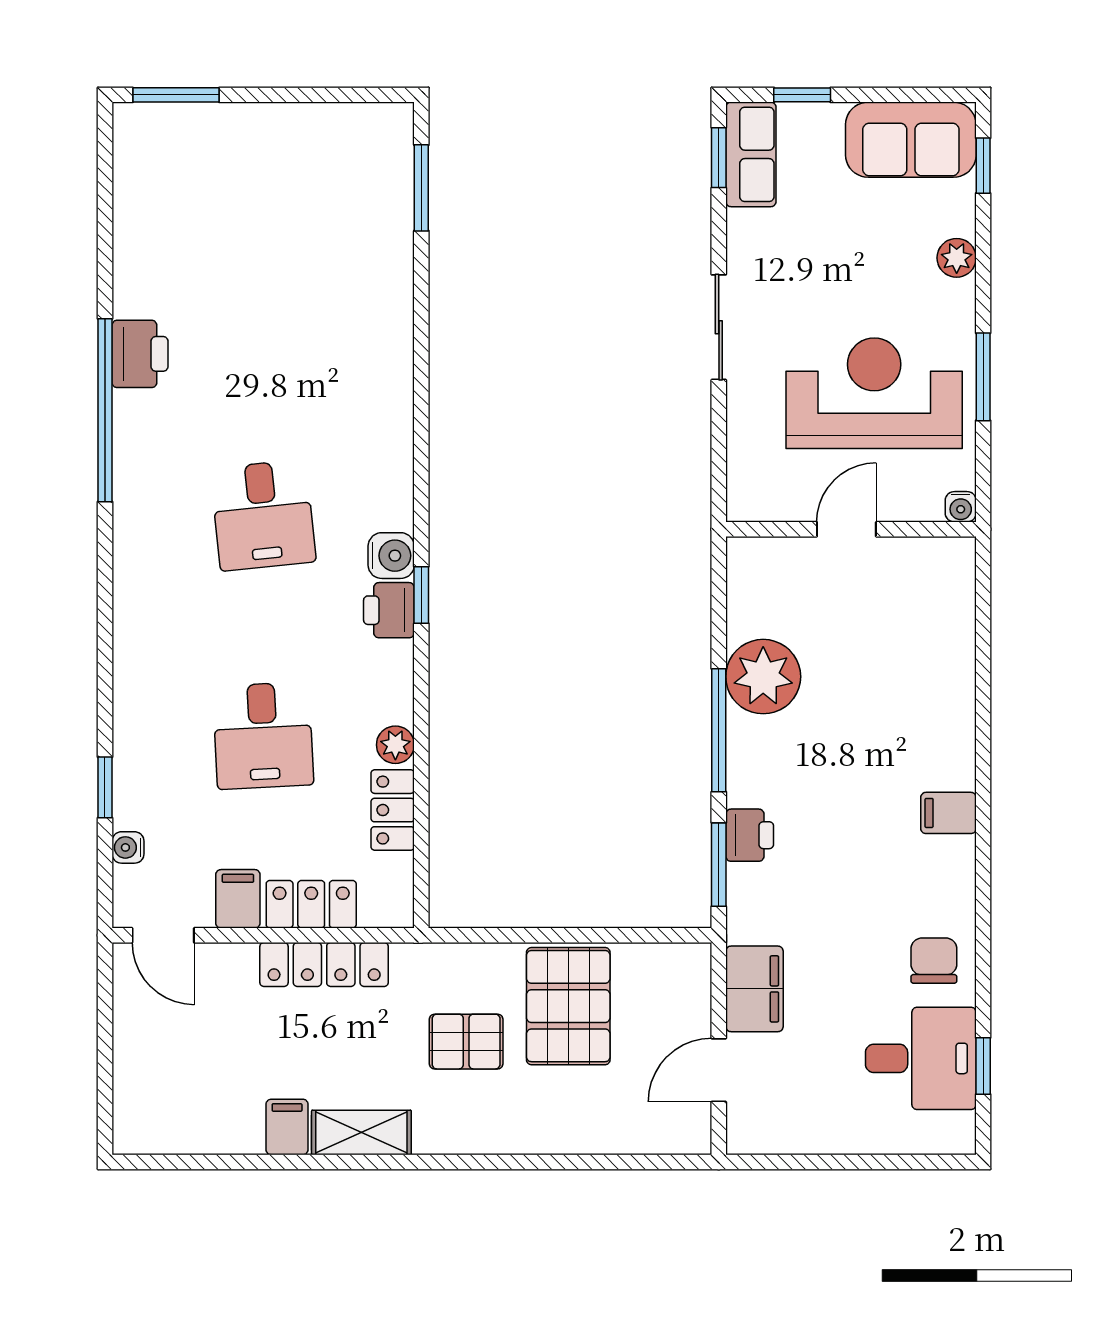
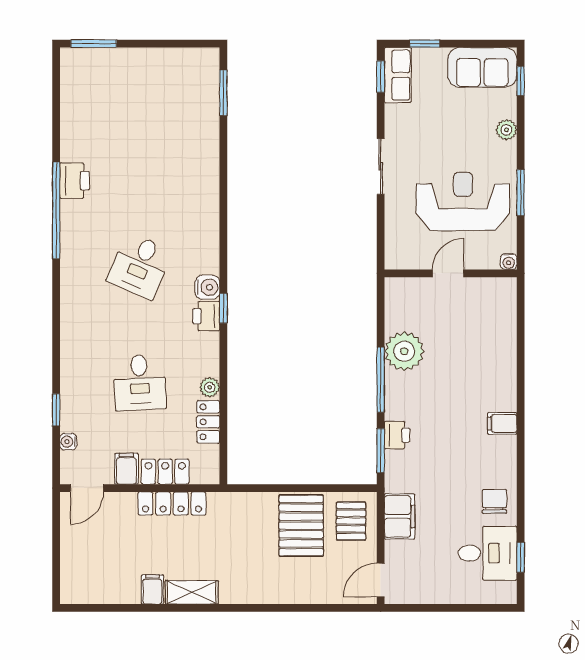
desk: (263, 515) -> (140, 266), turned 30
door: (163, 935) -> (87, 488), hinge flipped
pallet: (466, 1042) -> (351, 521), moved, turned 90
door: (719, 1070) -> (381, 580), moved

